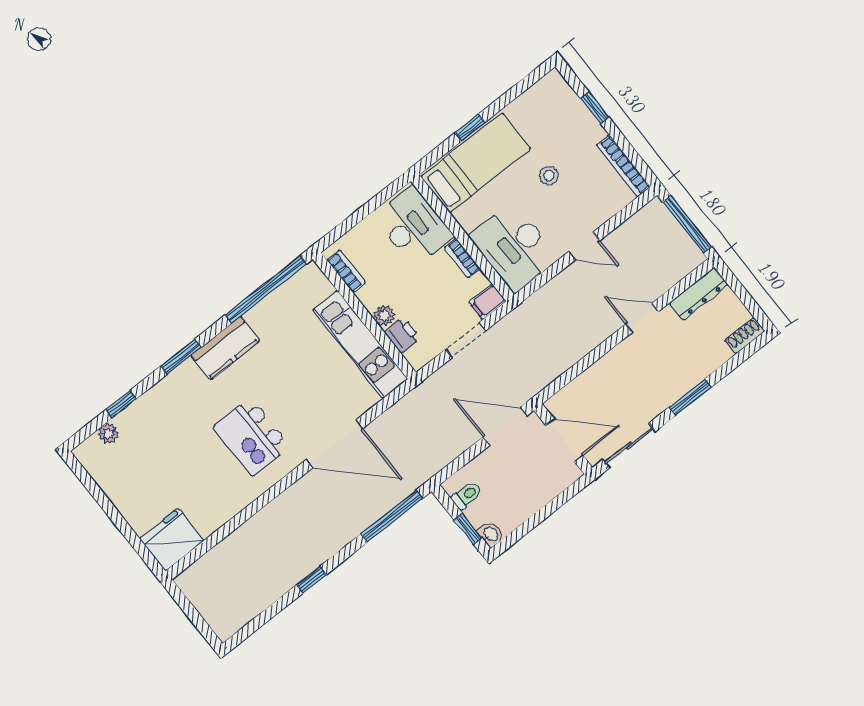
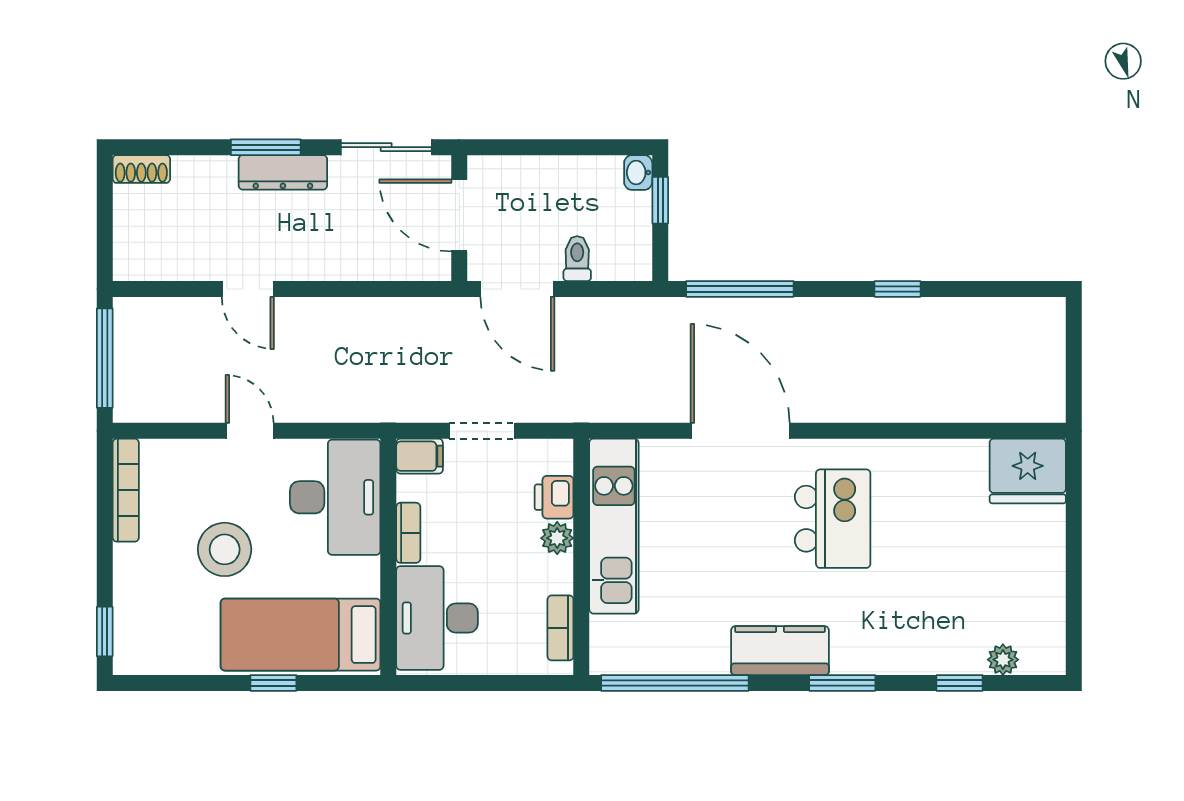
window: (595, 108) -> (105, 631), moved
stool: (549, 176) -> (225, 549), width x1.89, depth x1.89
dresser: (699, 294) -> (283, 172), moved, turned 180
toilet: (467, 495) -> (577, 259), moved, turned 90

